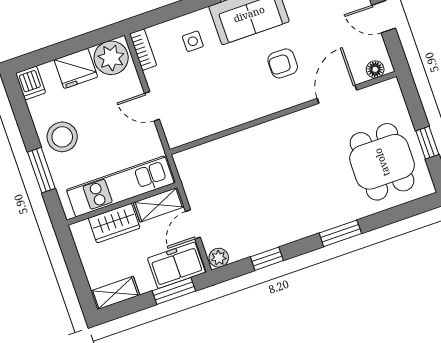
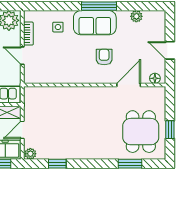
bookcase: (143, 50) -> (28, 34), moved
armchair: (283, 63) -> (104, 57), turned 90
window: (340, 233) -> (130, 164), moved

